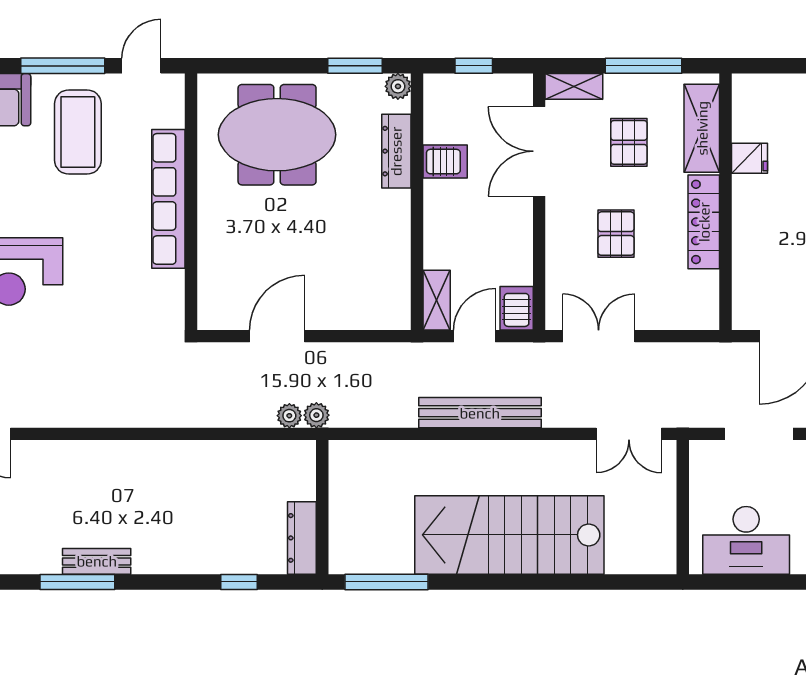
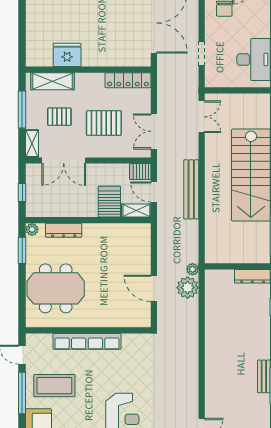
meeting table: (277, 135) -> (56, 288), turned 90
fridge: (750, 158) -> (67, 55), width x1.88, depth x1.34
server rack: (445, 162) -> (109, 202), moved, width x1.36, depth x1.44
locker: (704, 222) -> (128, 80), moved
pallet: (616, 234) -> (104, 123), width x1.50, depth x1.42
plant: (289, 416) -> (188, 288), width x1.87, depth x1.87
doorway: (759, 434) -> (202, 53), width x0.73

